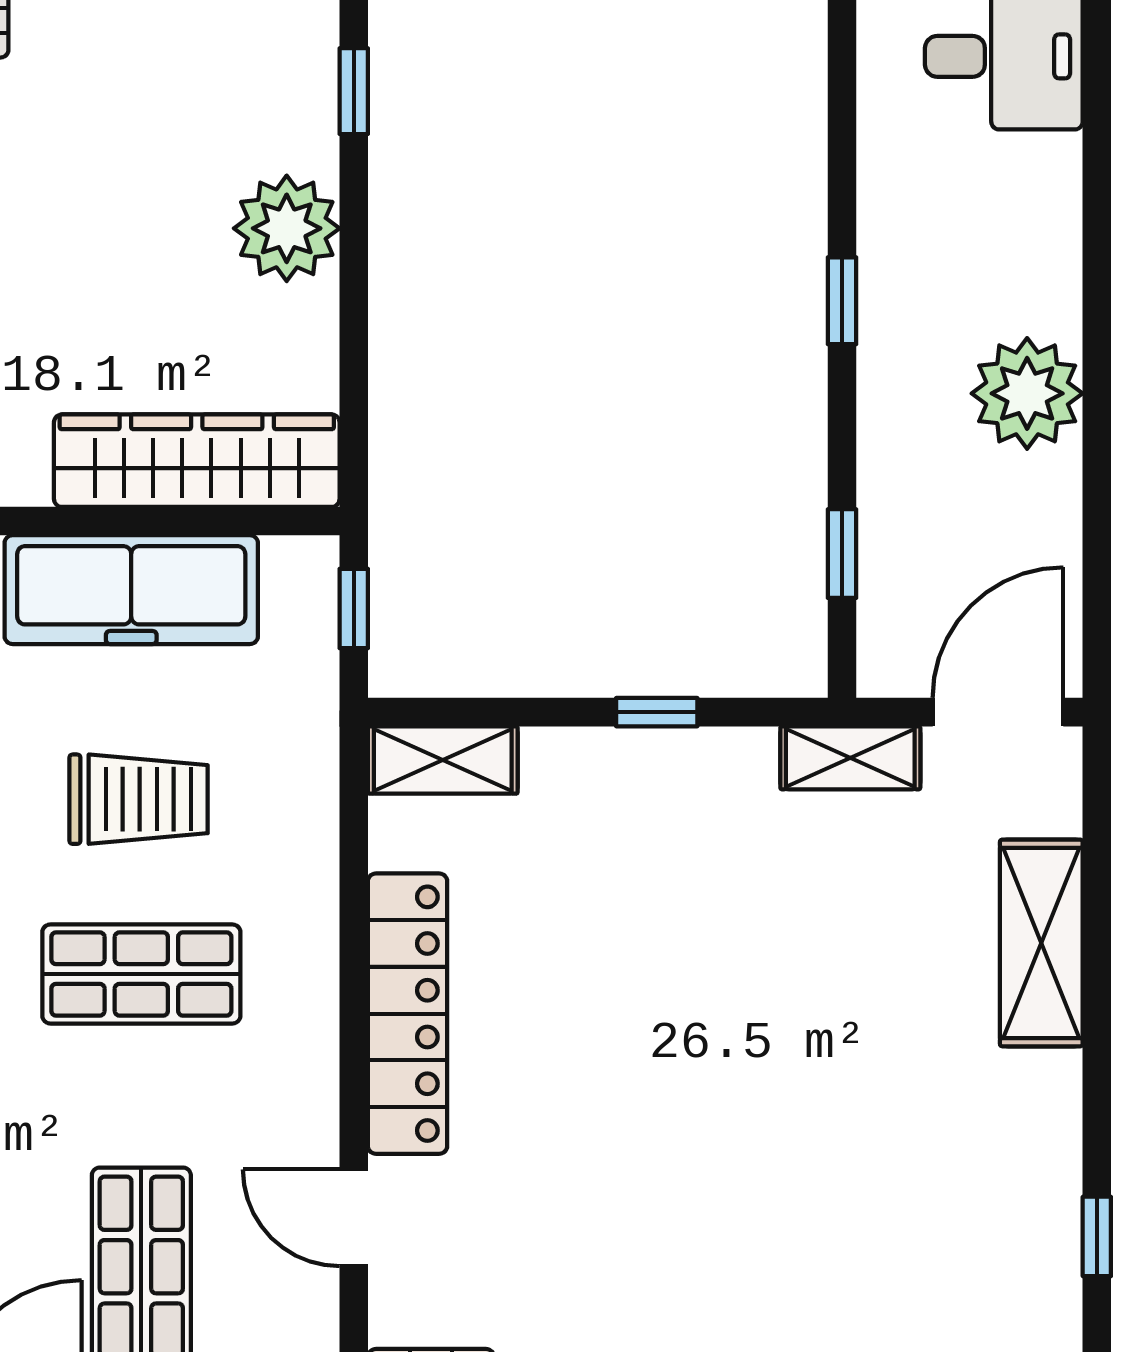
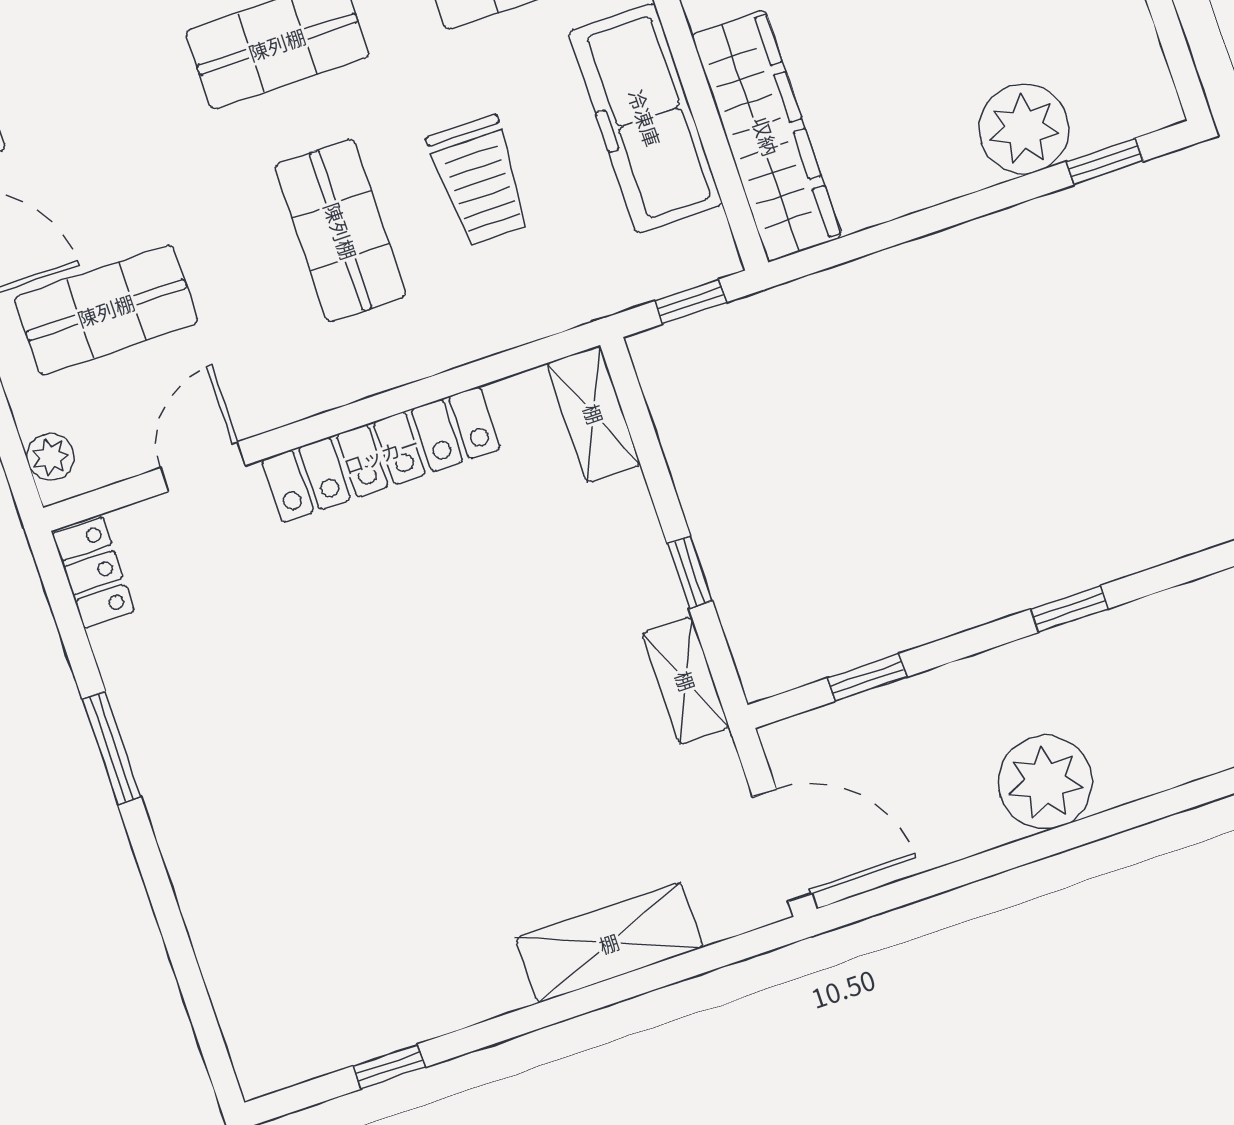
plant: (287, 228) -> (1024, 129), moved
shelving: (850, 758) -> (686, 681), moved

